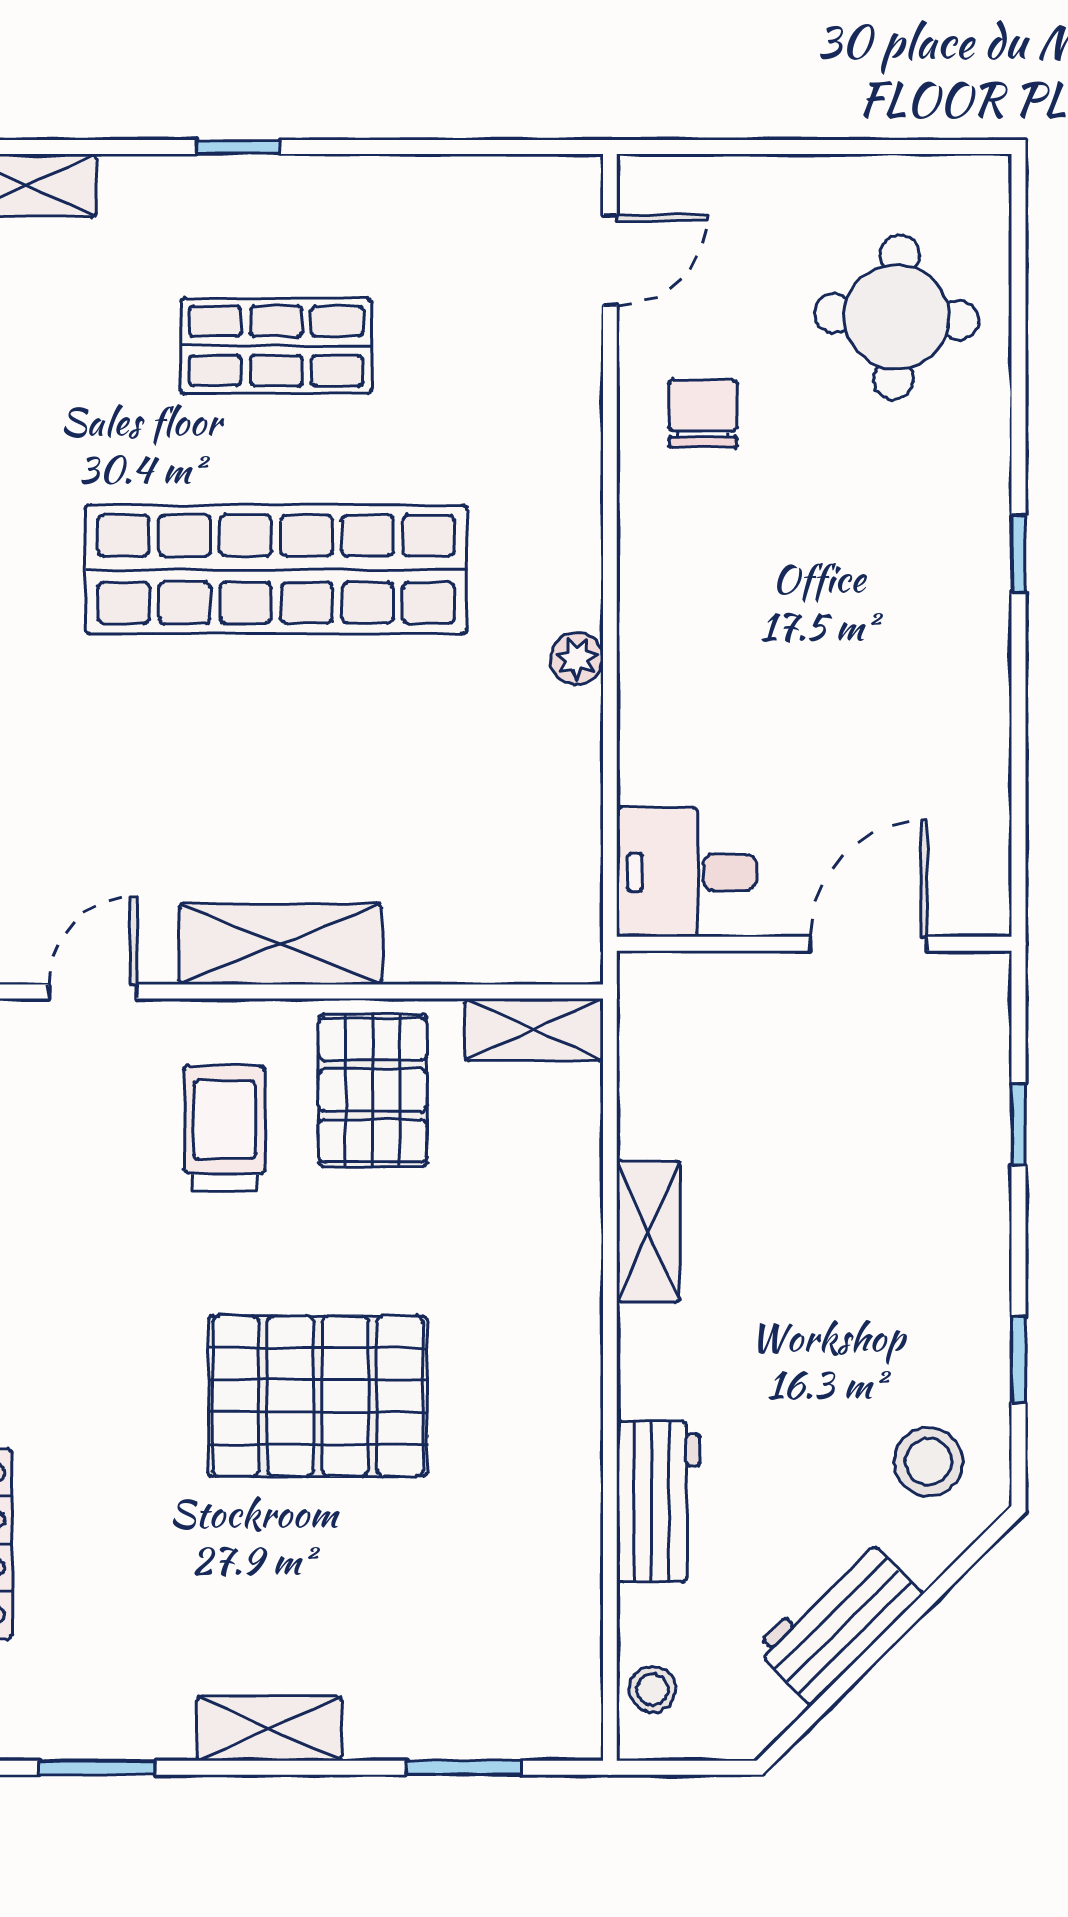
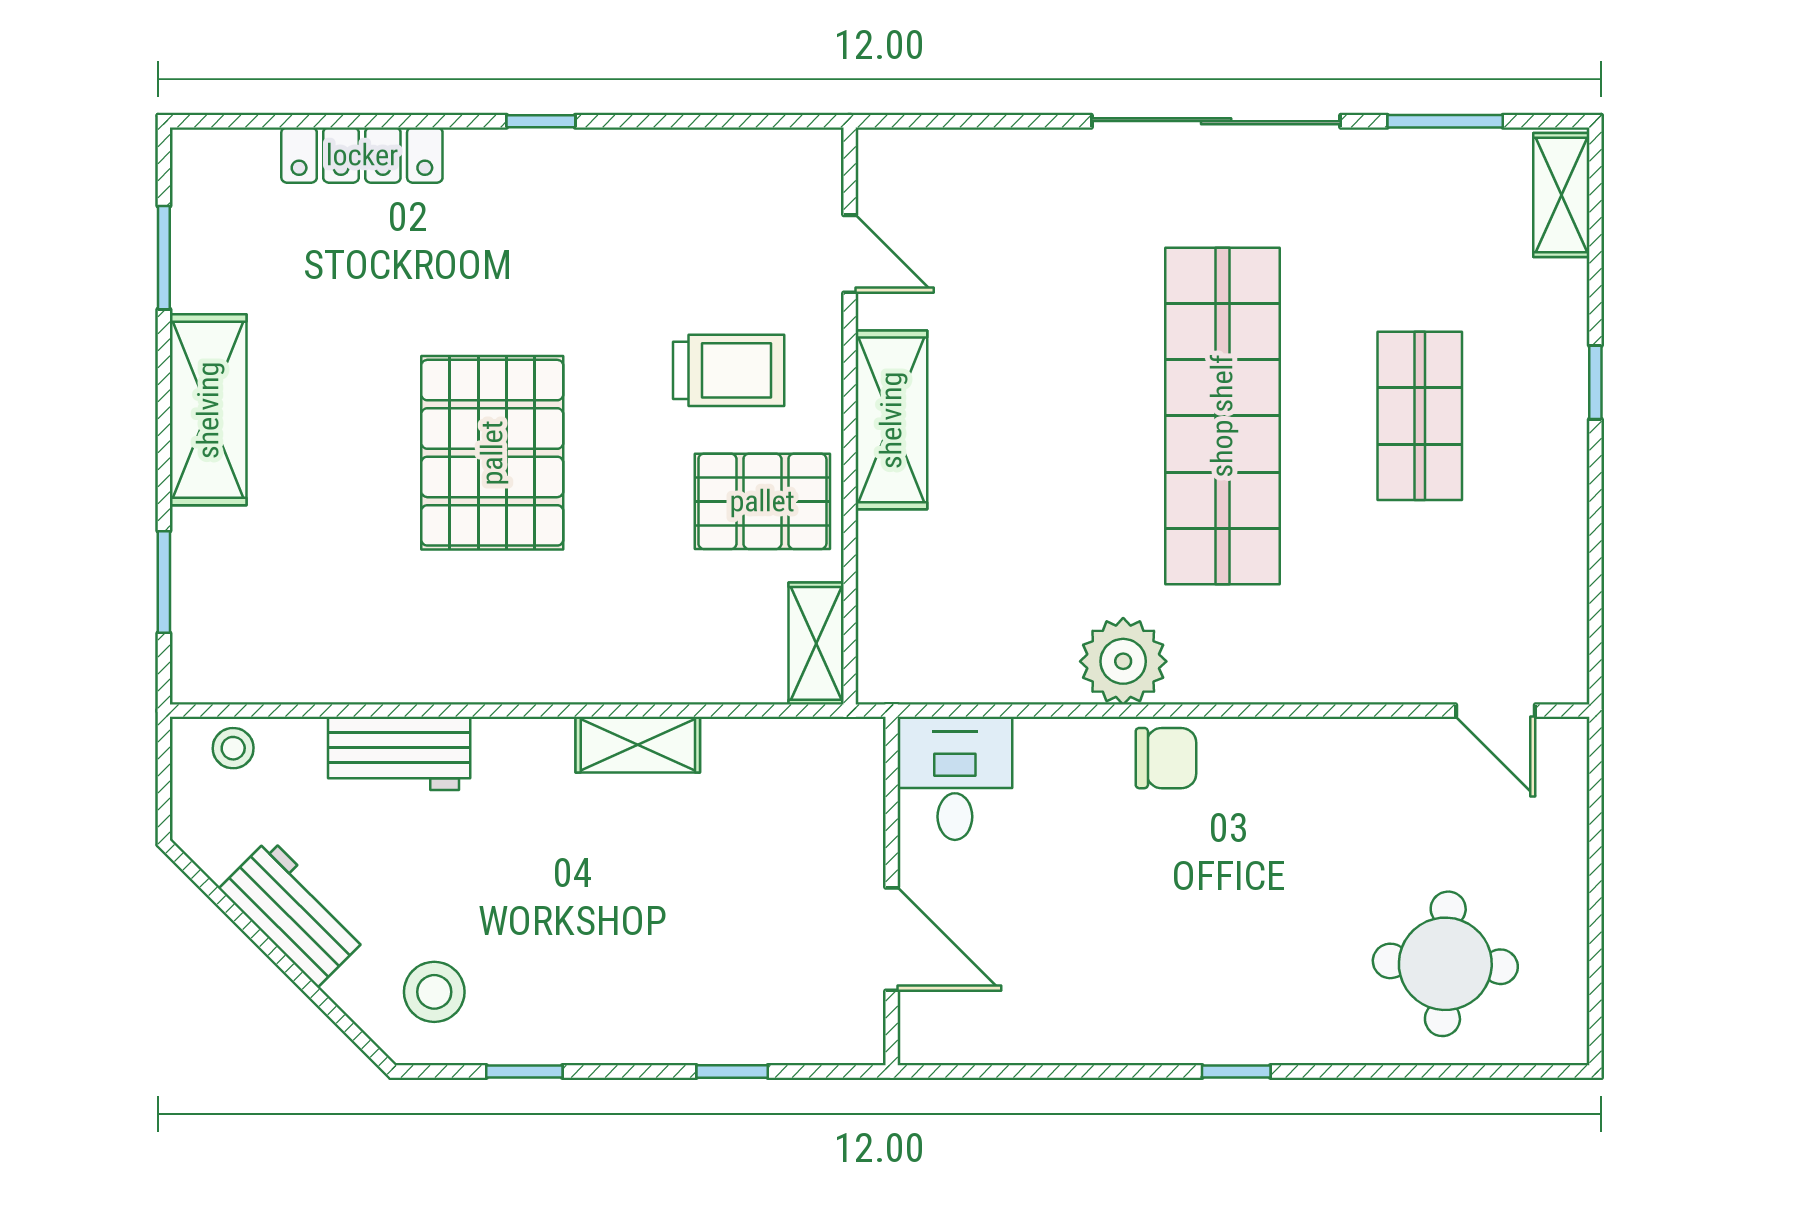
chair: (703, 414) -> (1166, 758), moved
plant: (577, 659) -> (1123, 661), width x1.88, depth x1.88
shelving: (269, 1729) -> (208, 410), width x1.50, depth x1.33

